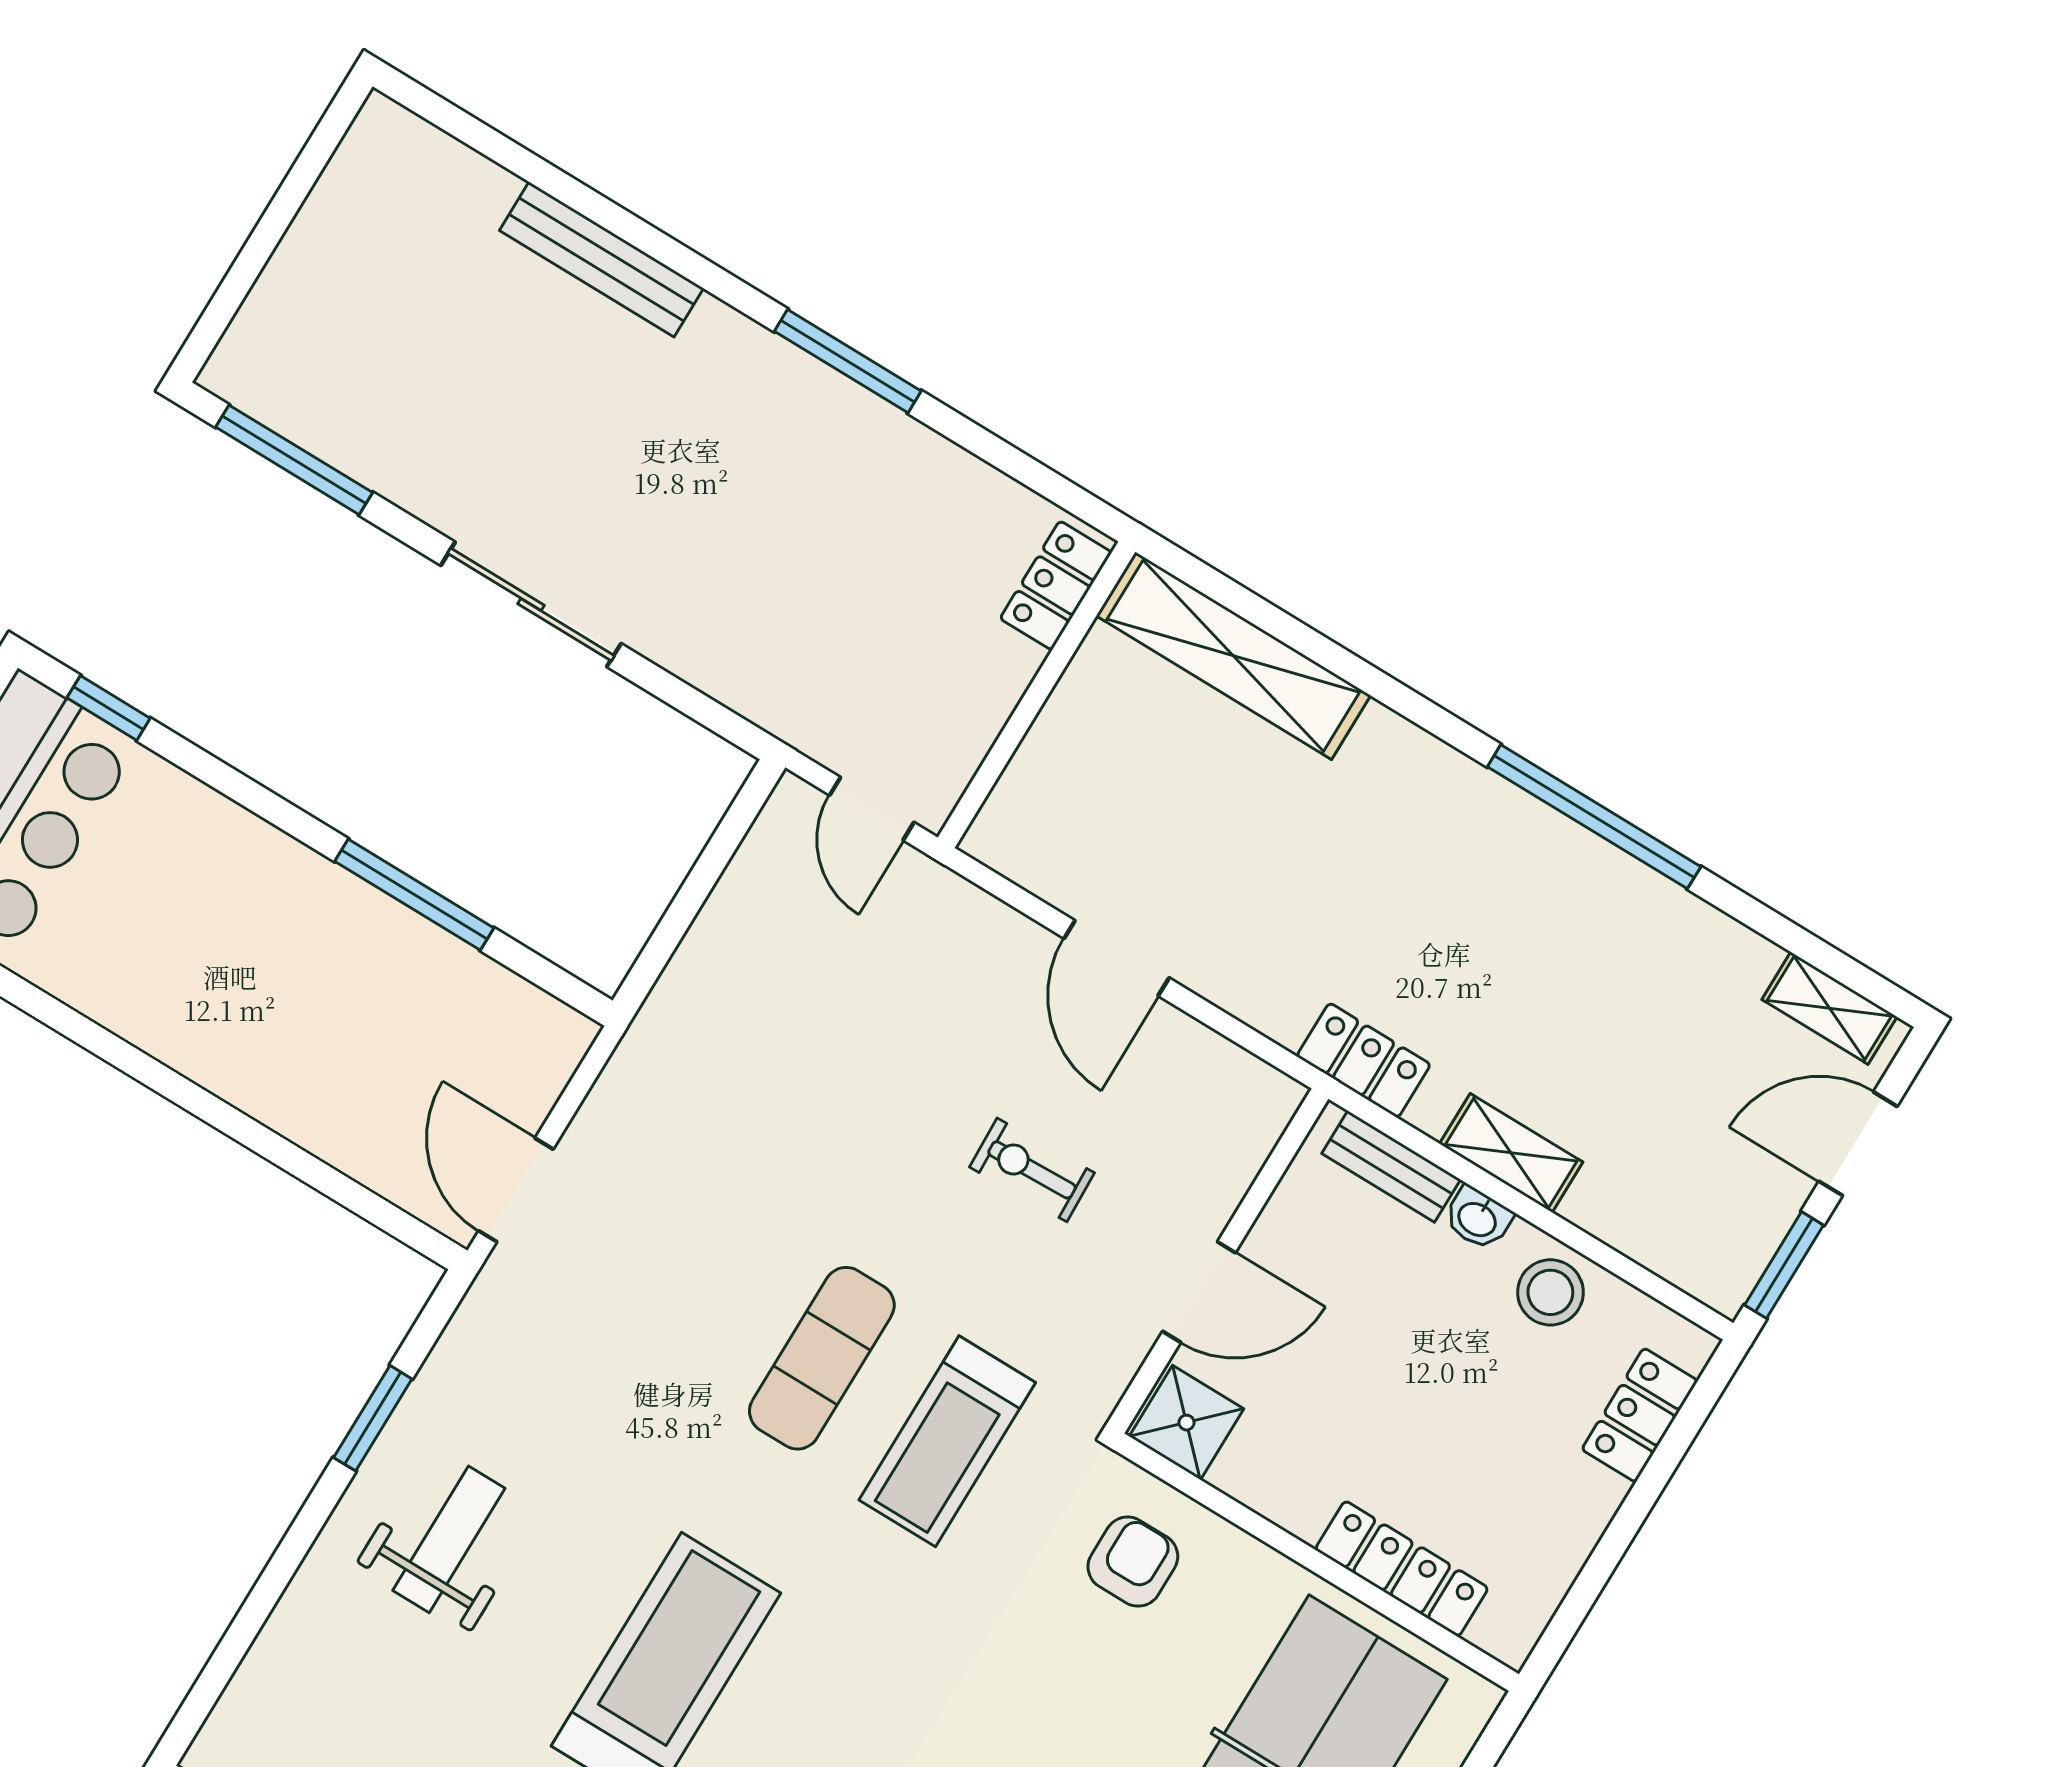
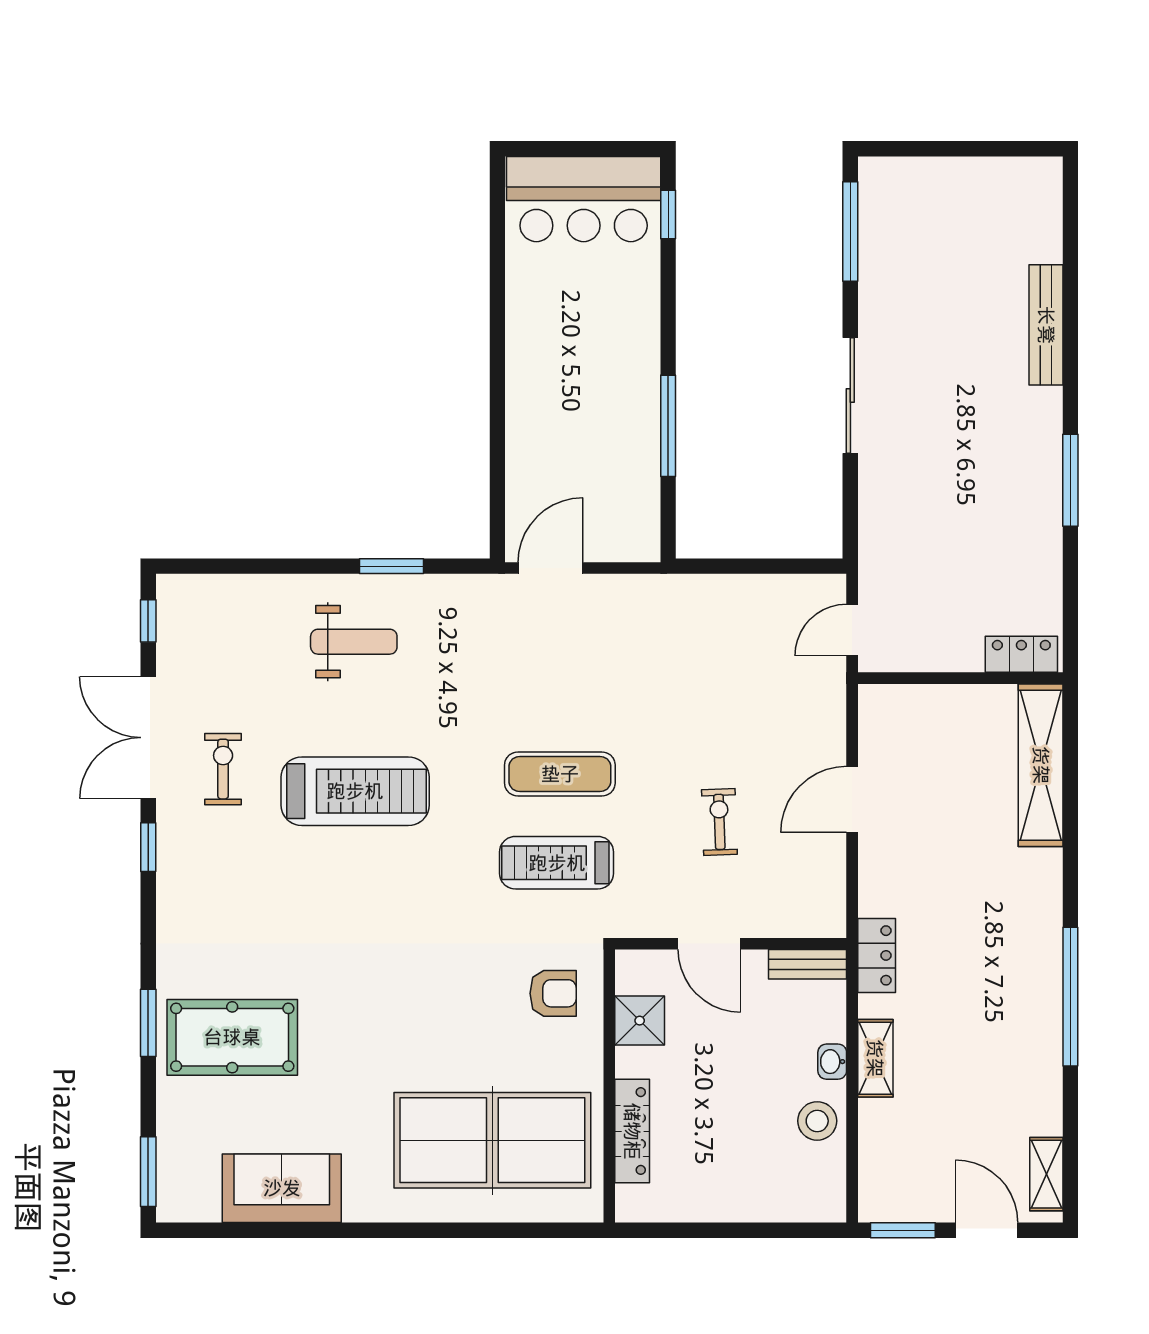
bench: (1391, 1166) -> (808, 964), moved, turned 90
locker: (1640, 1415) -> (783, 1204), removed
shower: (1187, 1423) -> (640, 1021), moved

